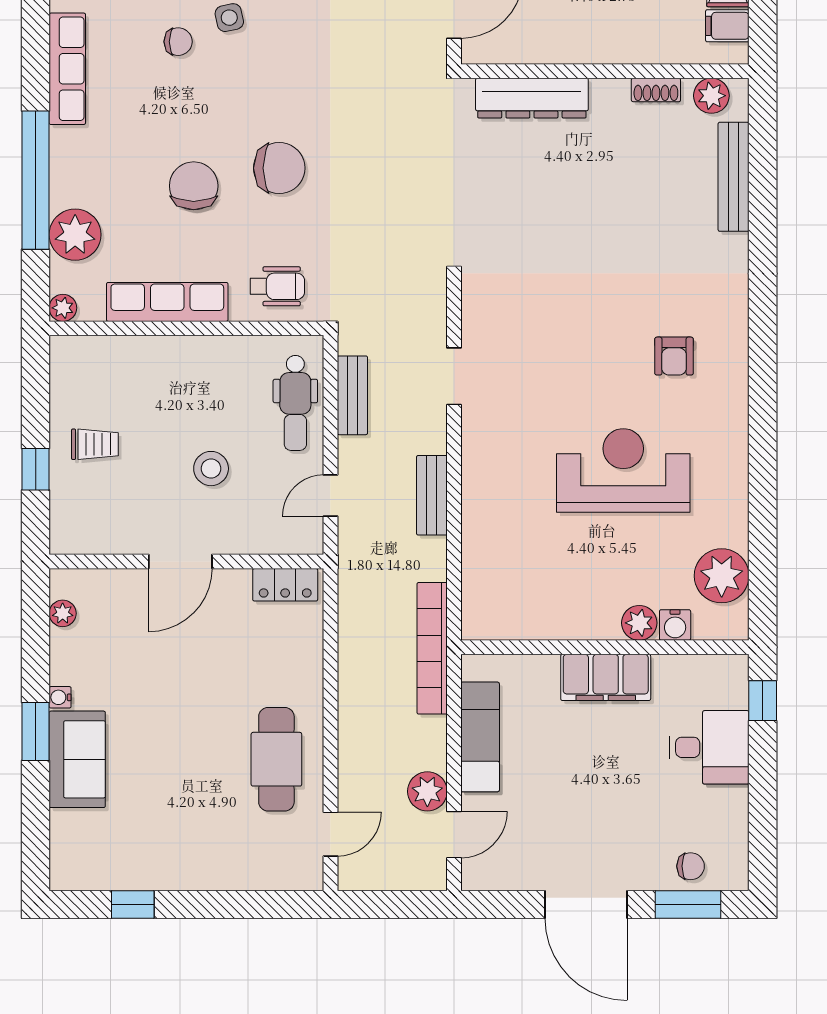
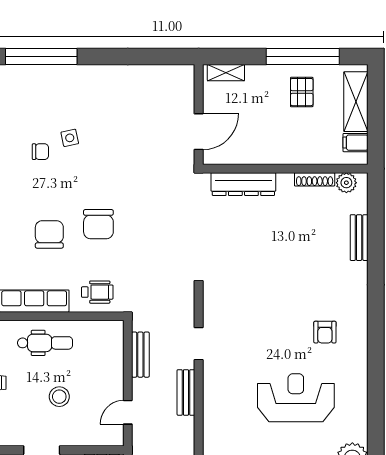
shoe rack: (656, 90) -> (315, 179), width x1.43
chair: (279, 168) -> (98, 224), turned 90
bench: (734, 177) -> (359, 238), width x0.73
dental chair: (295, 403) -> (45, 343), moved, turned -90
bench: (432, 495) -> (186, 392), moved

